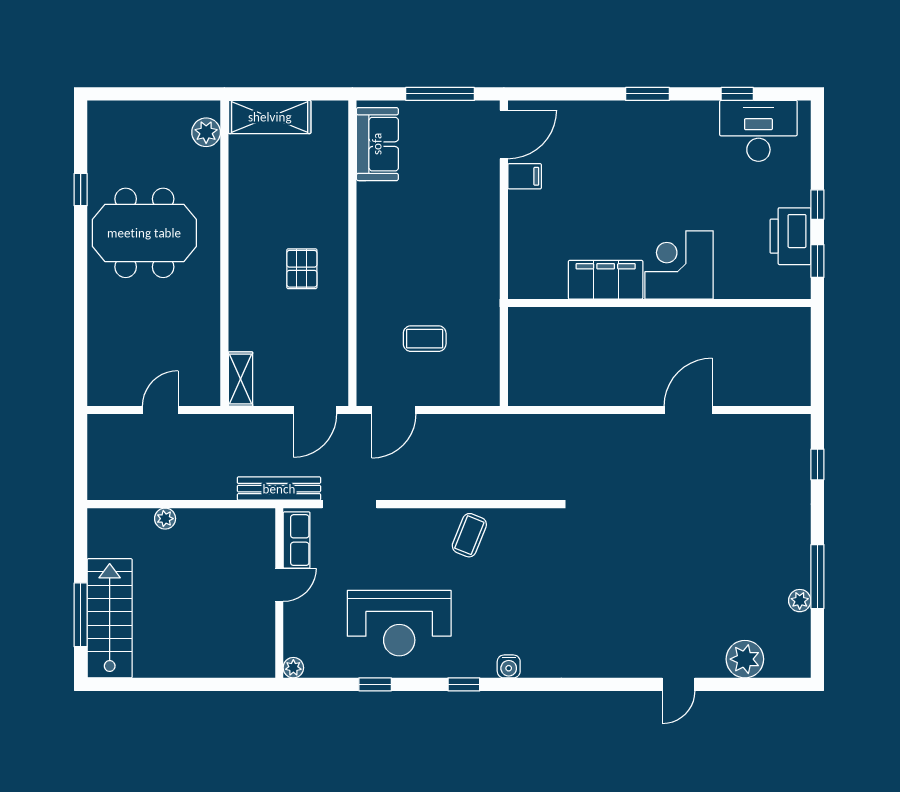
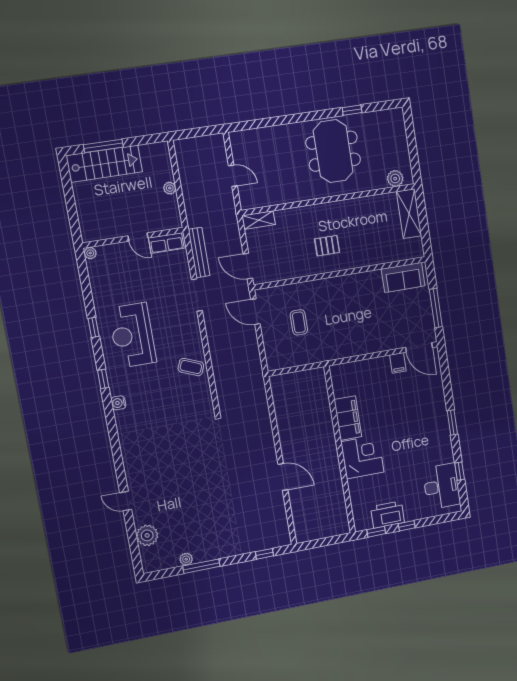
row of seats: (297, 540) -> (166, 243), moved
door: (279, 585) -> (138, 237), moved
wall: (279, 593) -> (133, 238), moved
plant: (293, 668) -> (90, 253), moved

